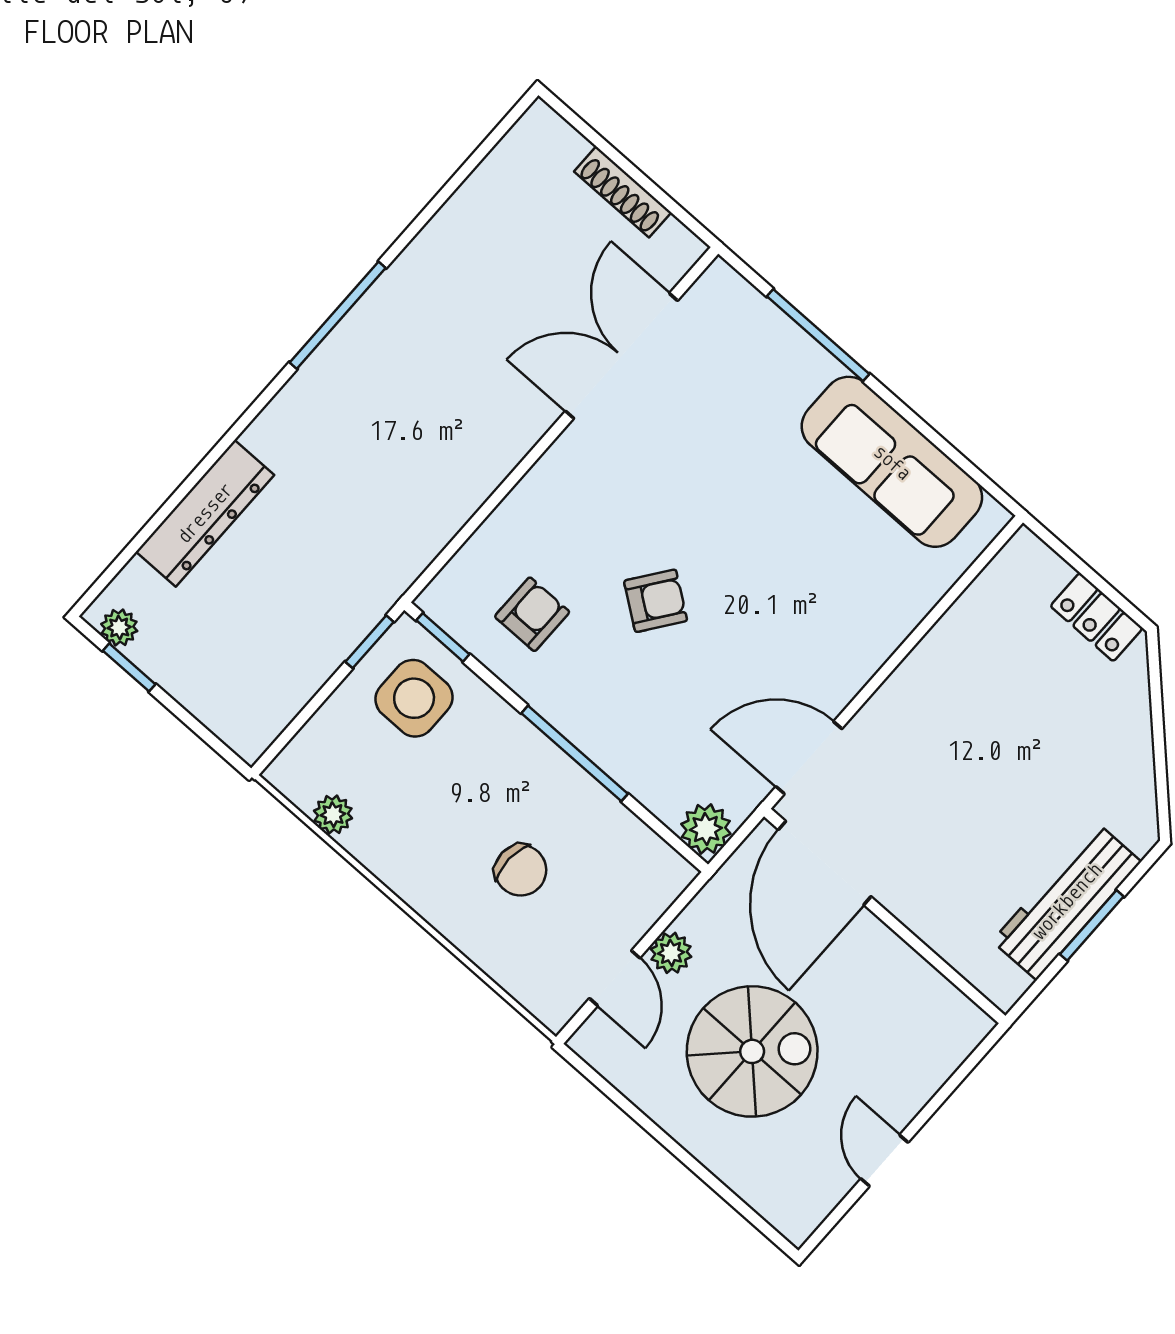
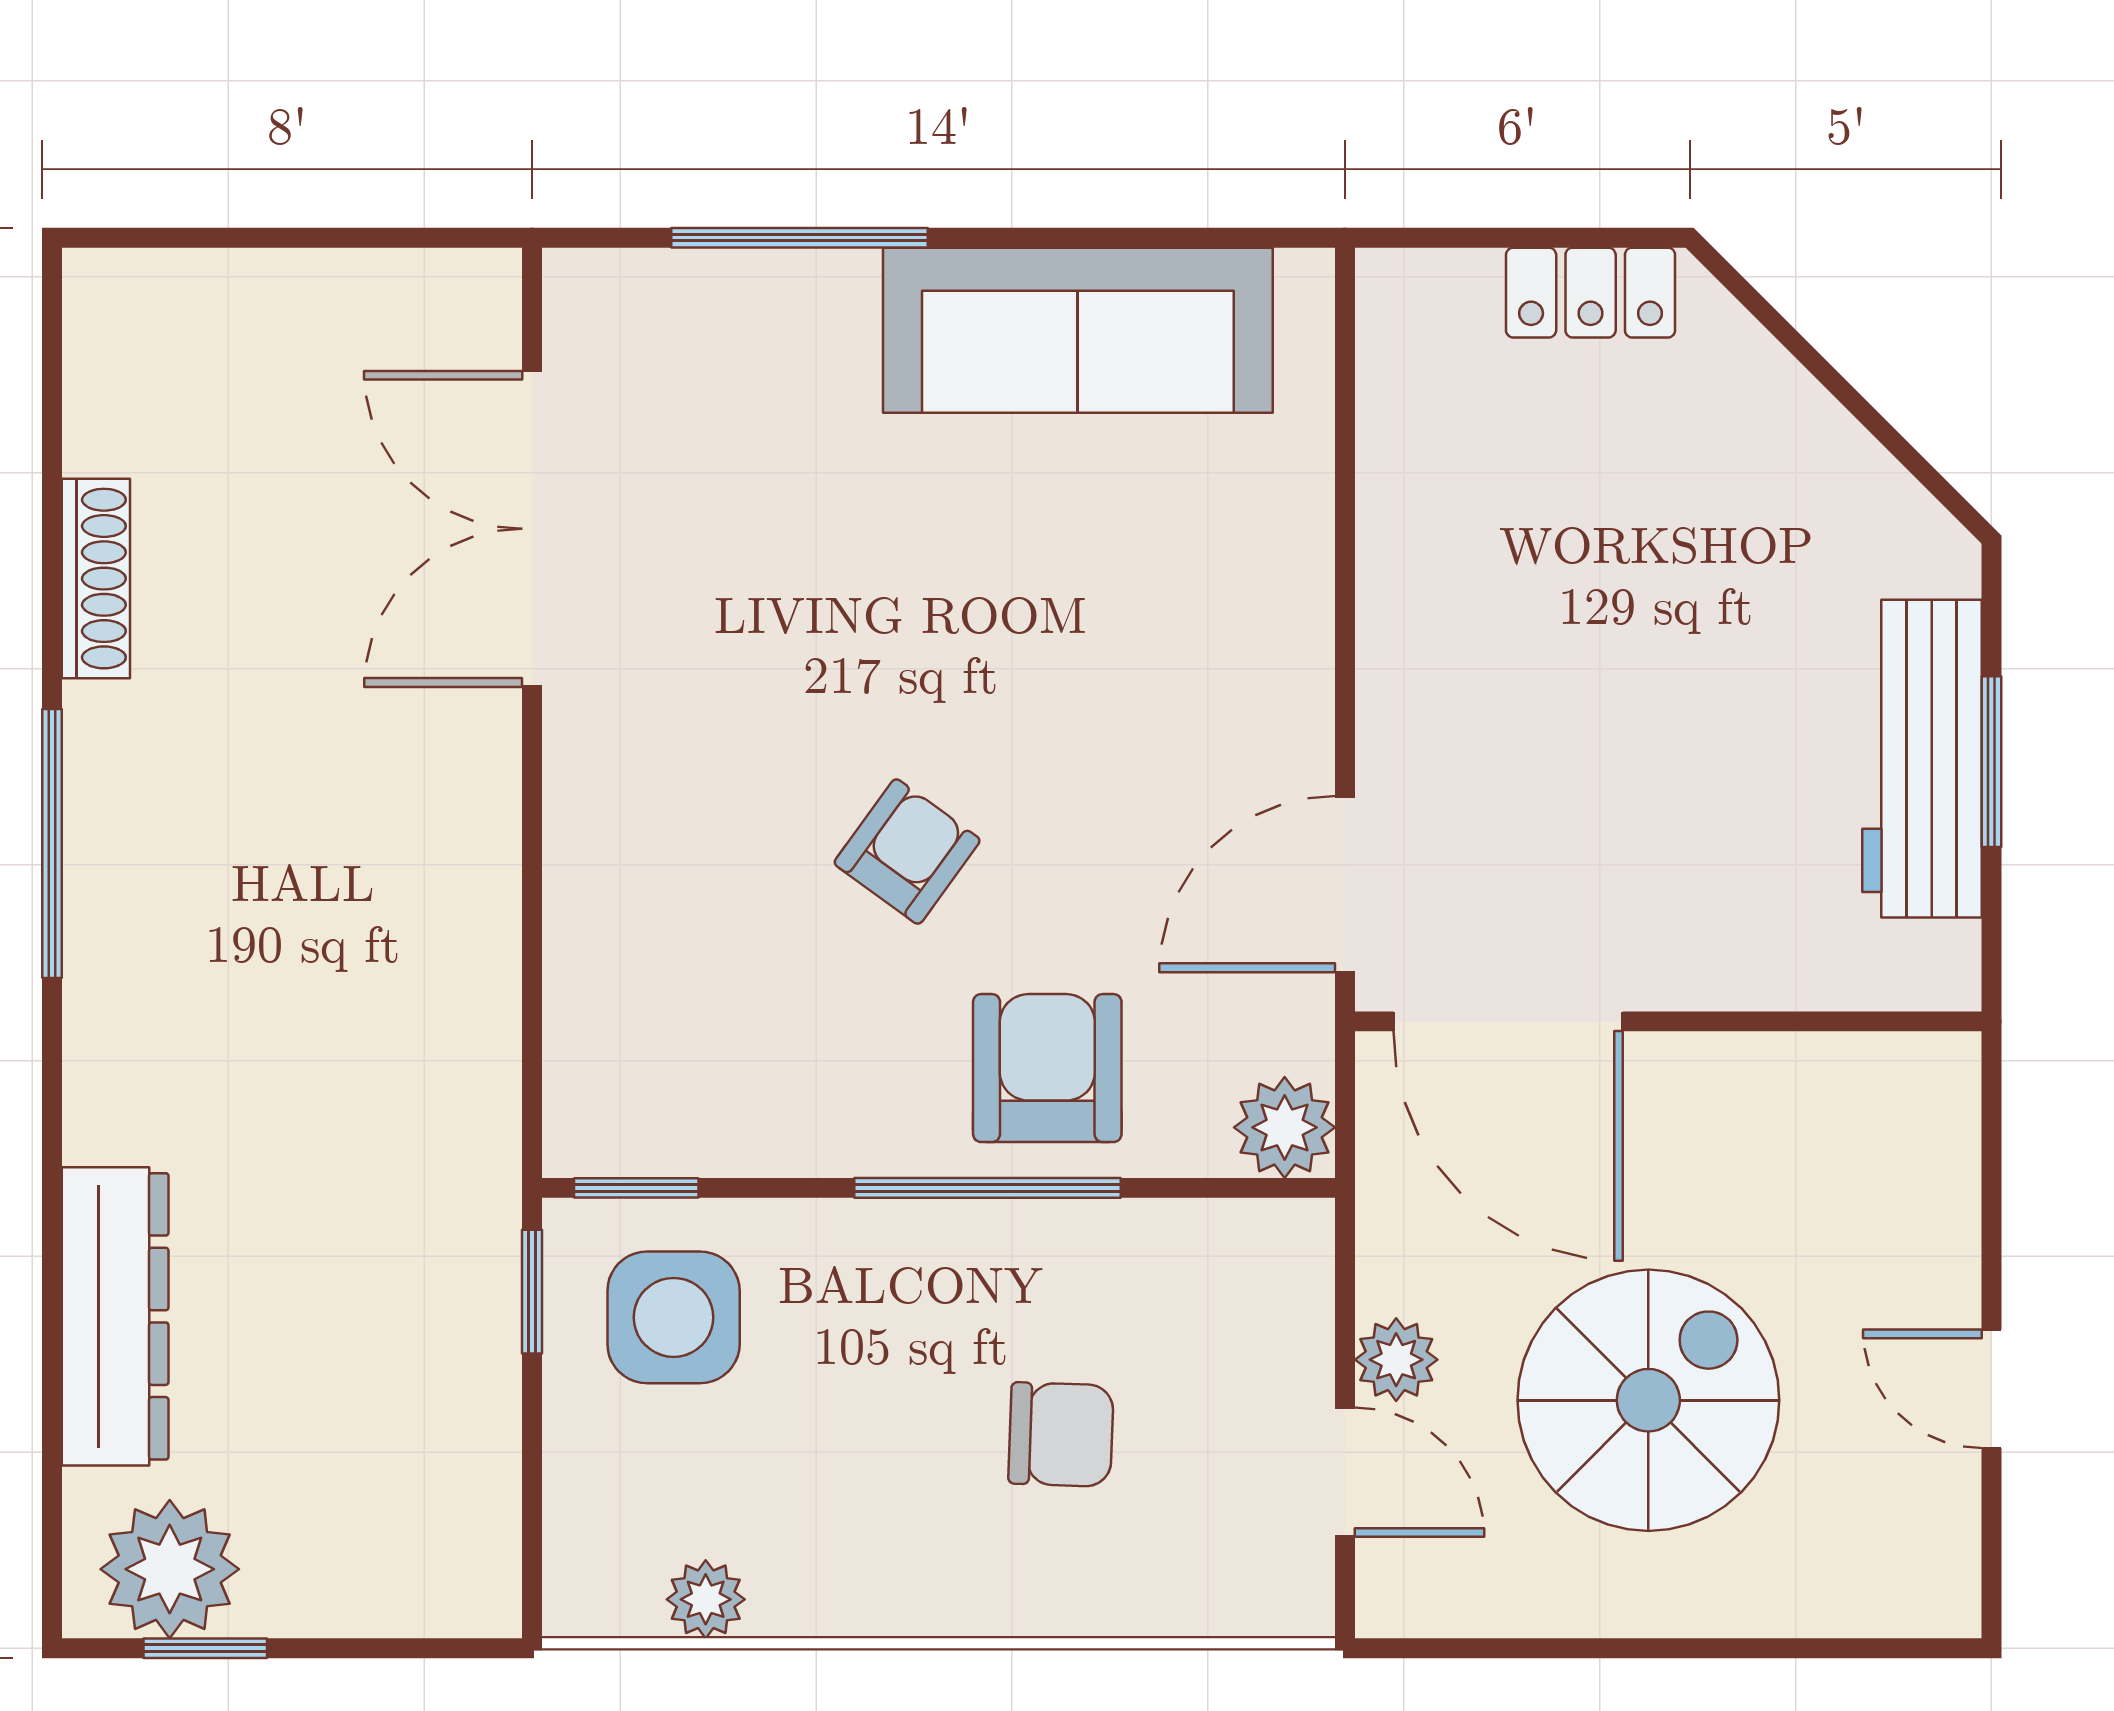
shoe rack: (623, 192) -> (96, 579), moved, turned -90
armchair: (532, 614) -> (1047, 1068), moved, width x1.38, depth x1.38
plant: (119, 627) -> (170, 1569), width x1.88, depth x1.88

